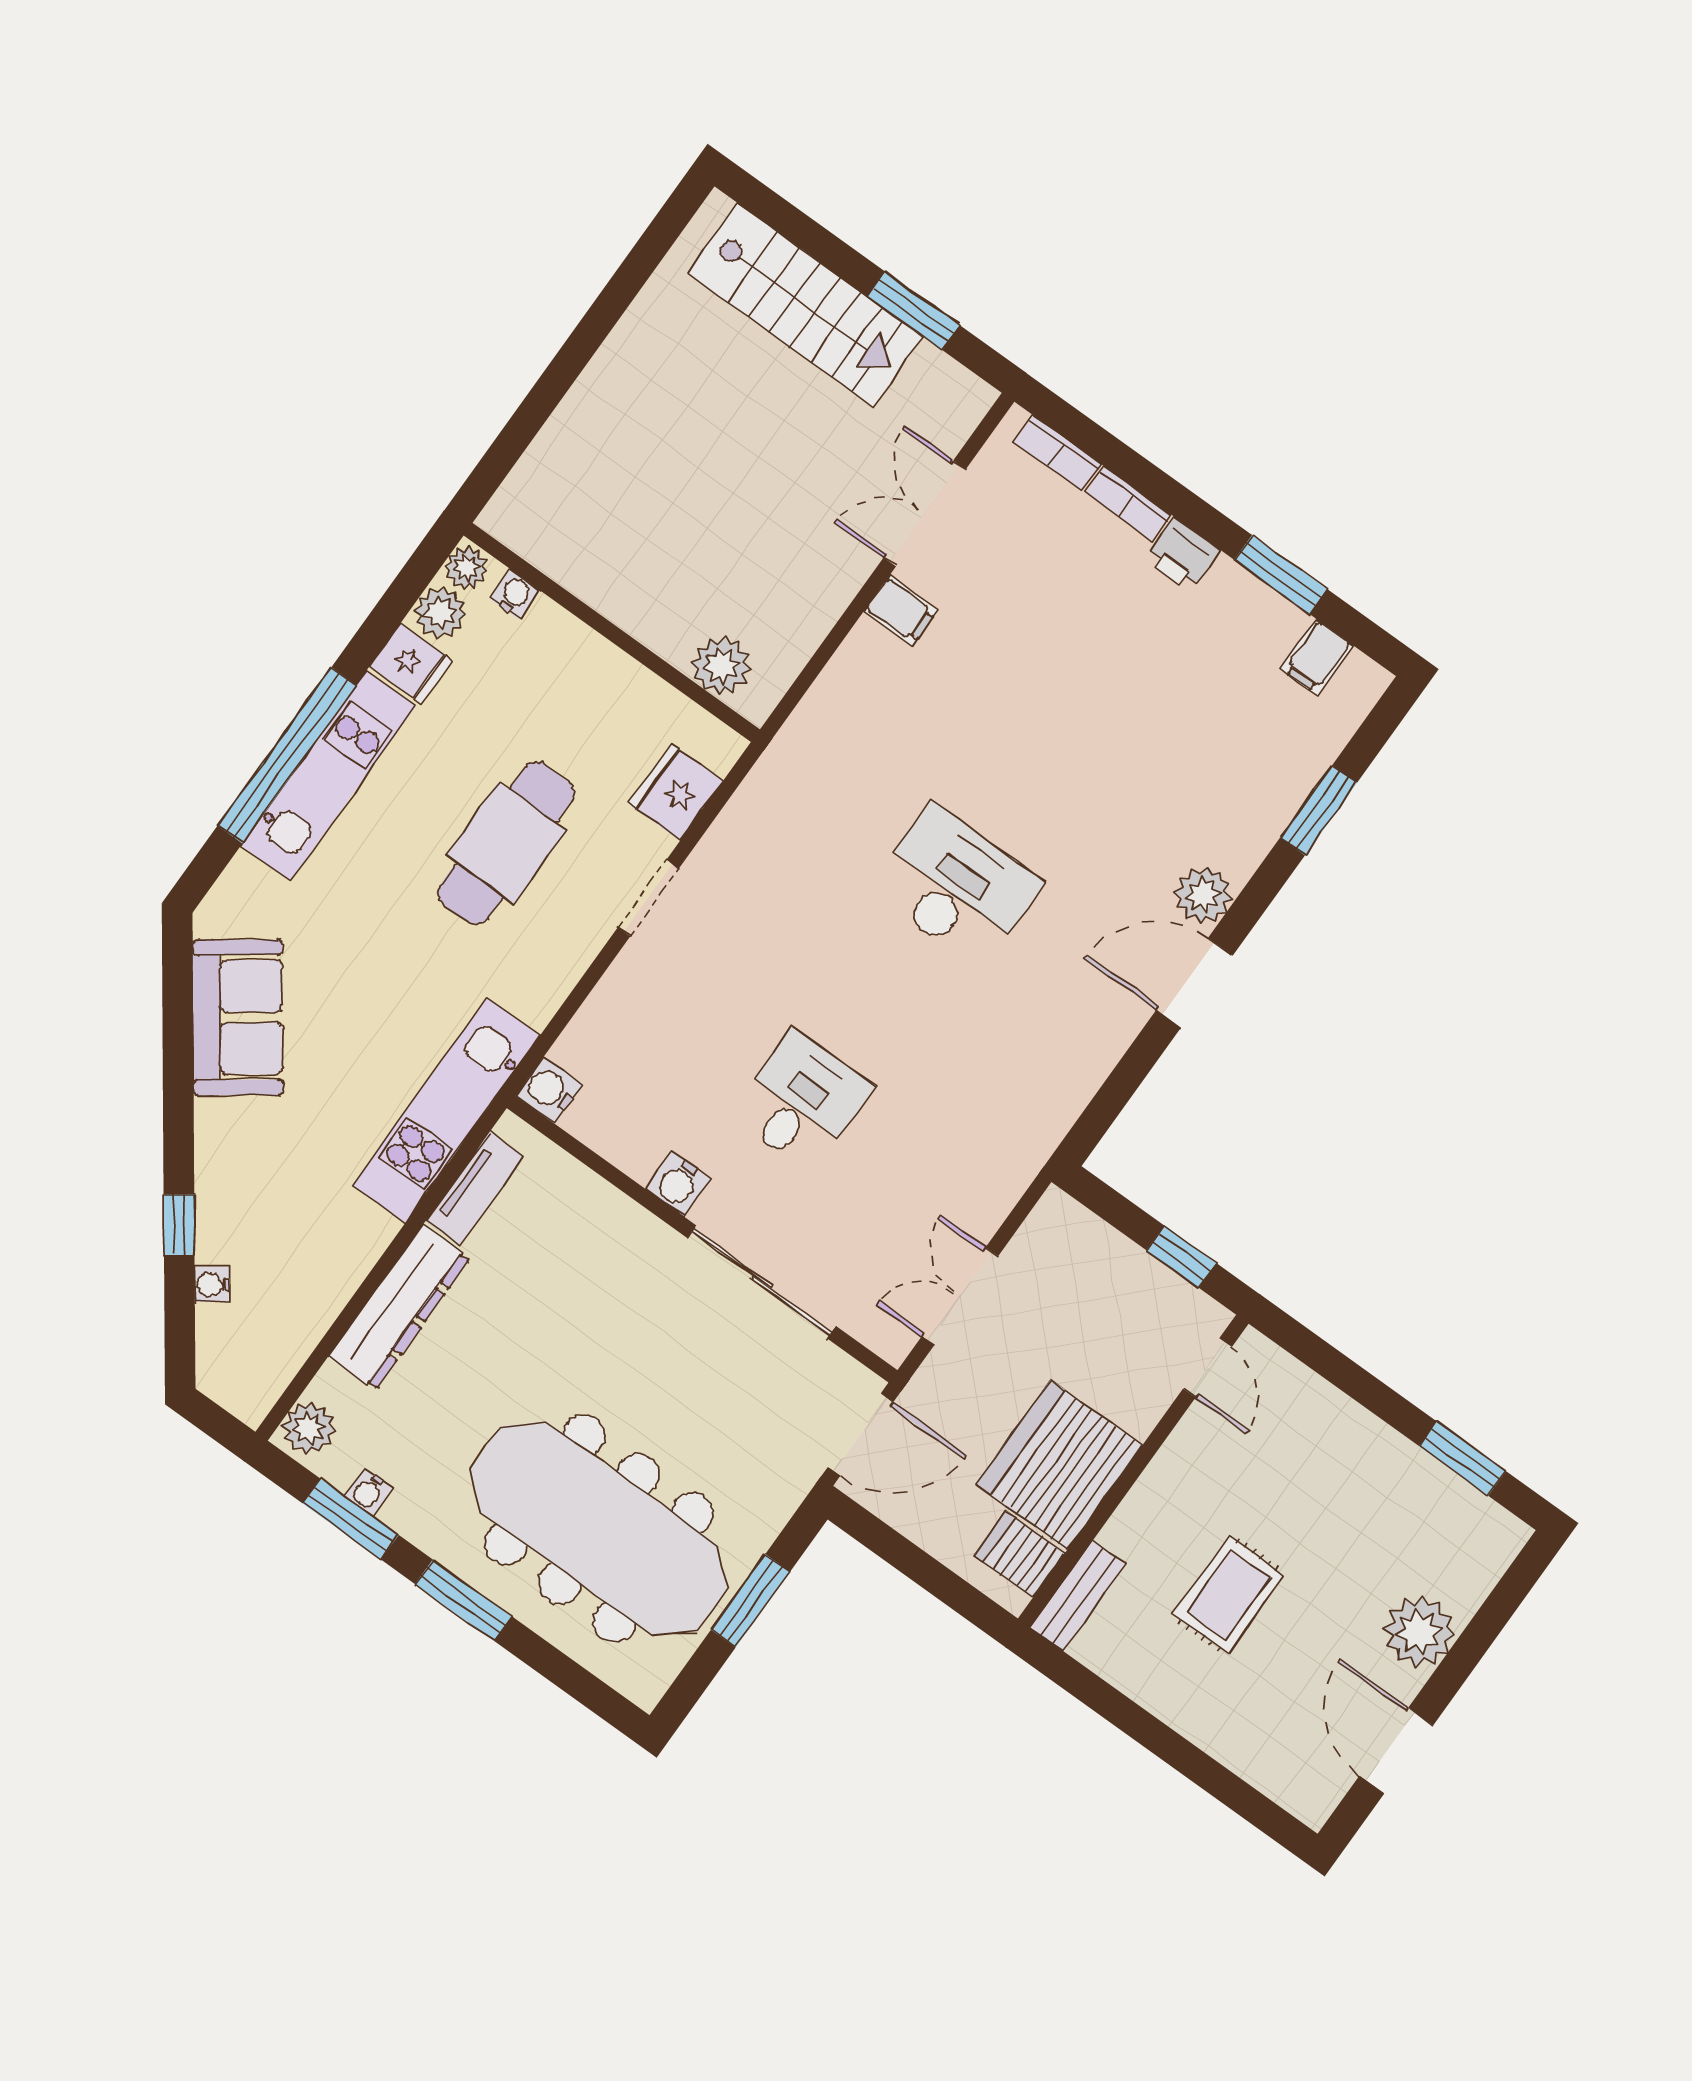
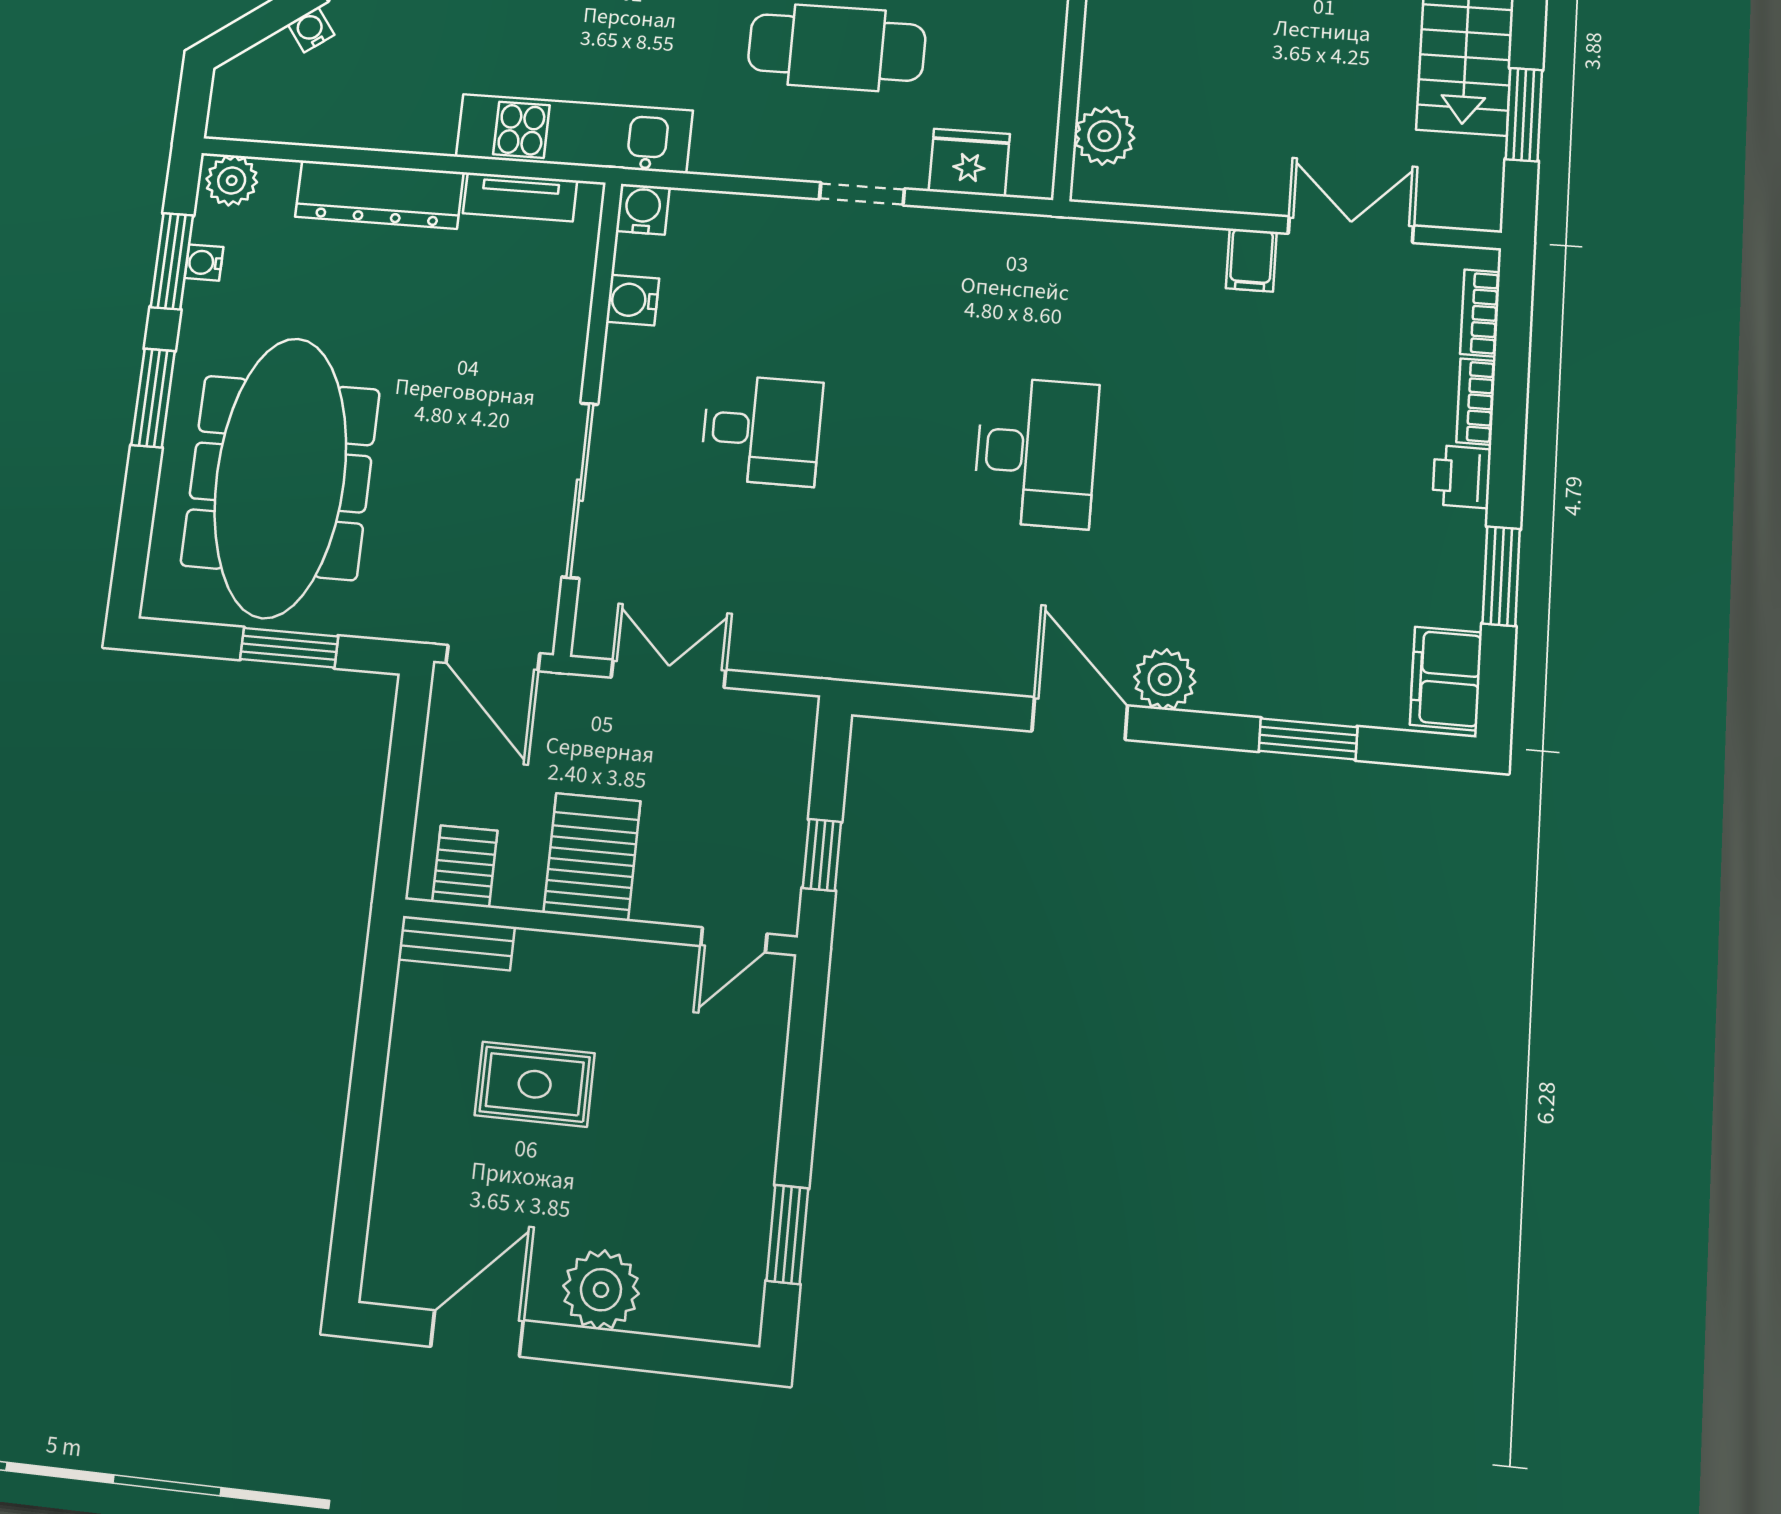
filing cabinet: (1317, 657) -> (1446, 679), width x2.00
water cooler: (678, 1183) -> (633, 300), moved
server rack: (1059, 1465) -> (592, 857), width x0.62

